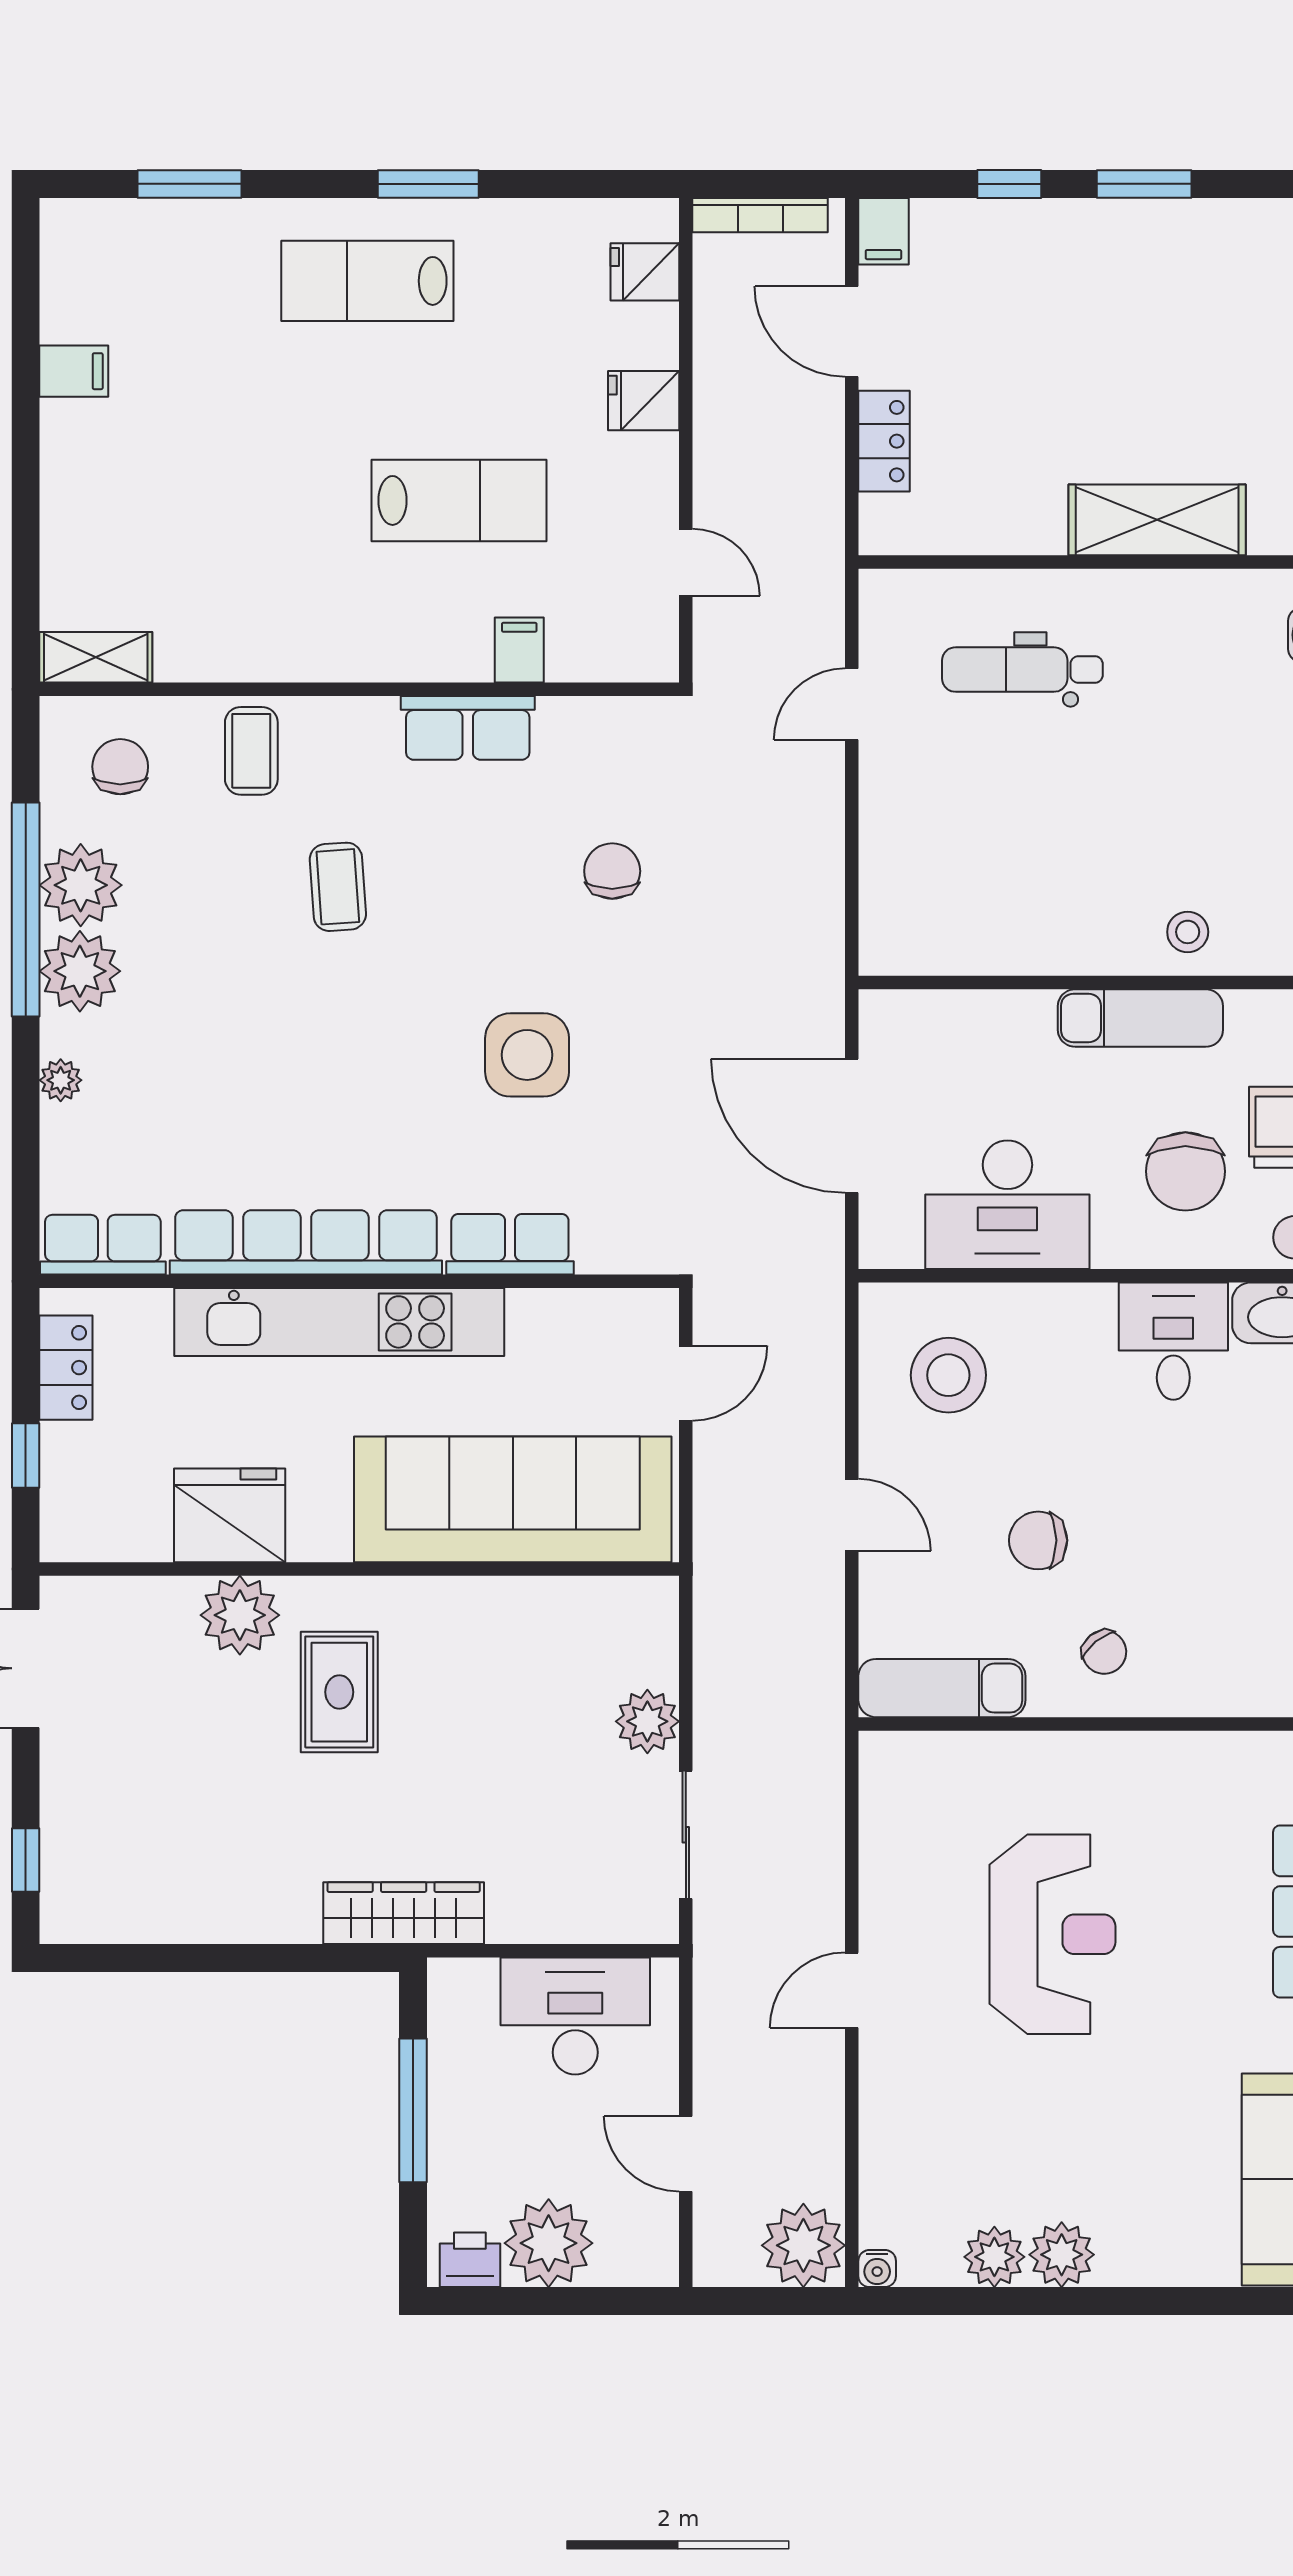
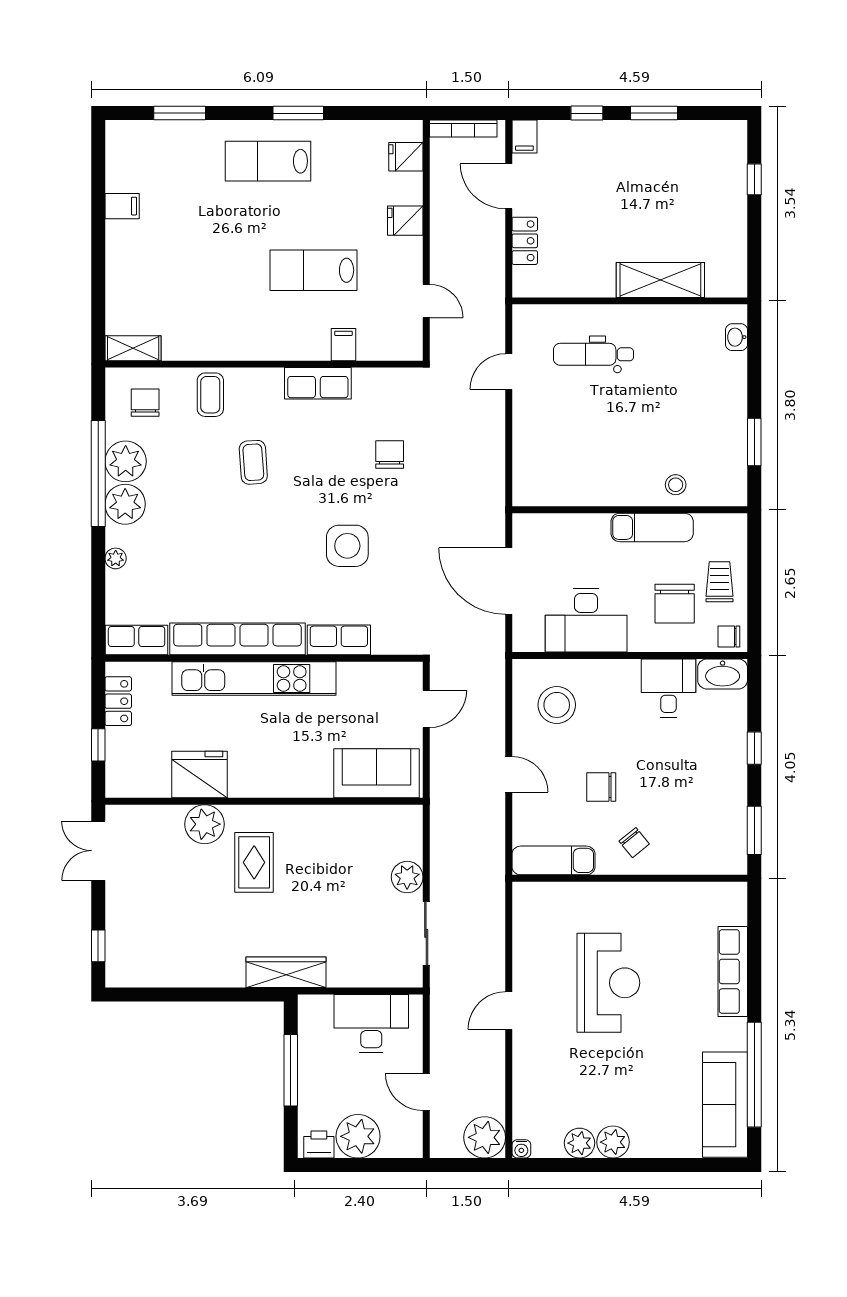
lab bench: (459, 500) -> (314, 270), turned 180
sofa: (513, 1499) -> (377, 773), width x0.54, depth x0.79

